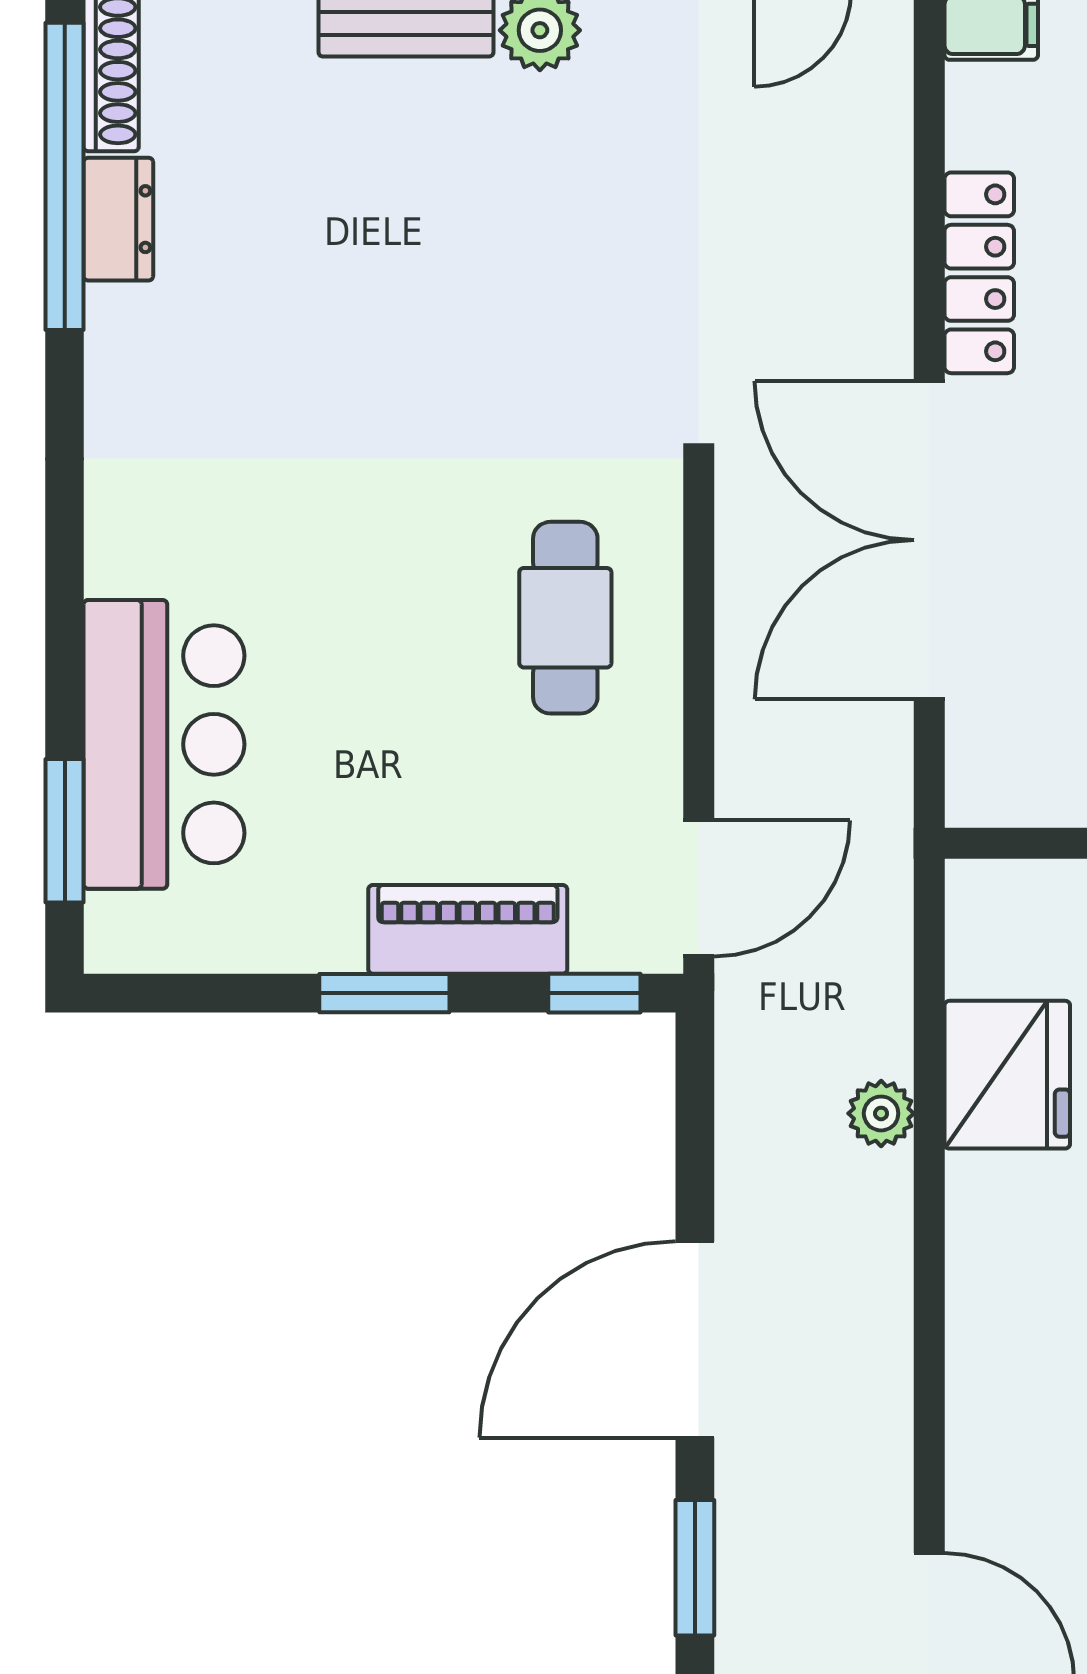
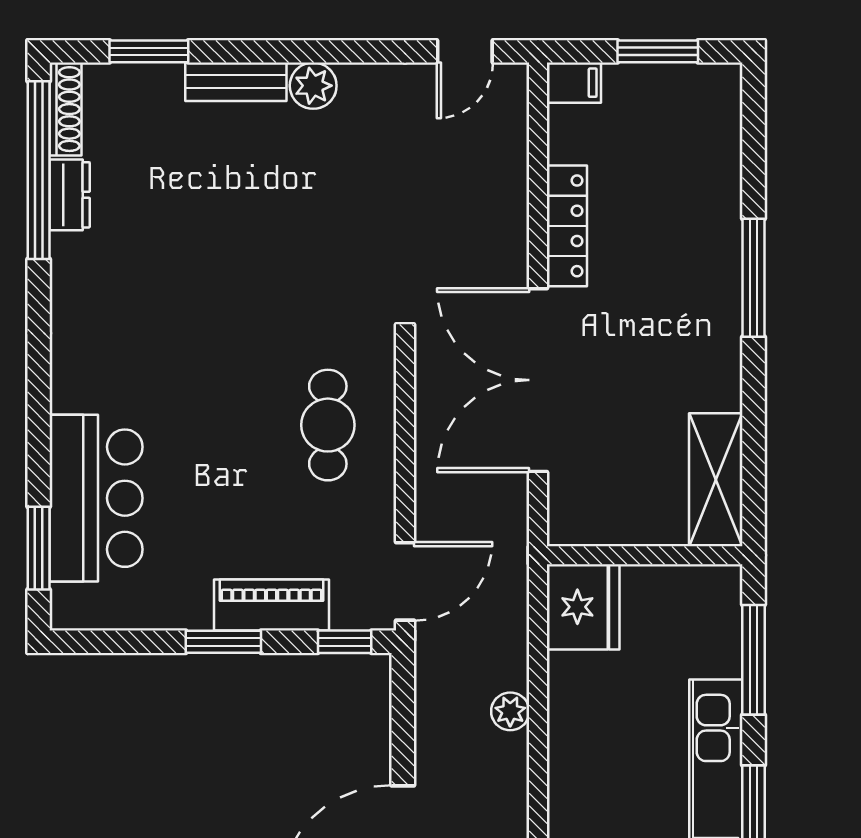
fridge: (1007, 1075) -> (583, 607), moved

